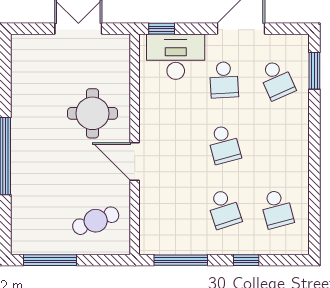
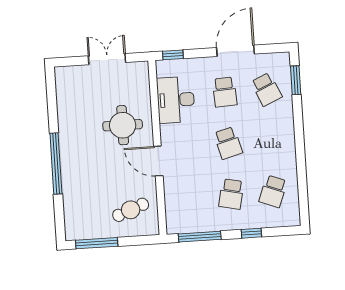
desk: (176, 57) -> (176, 100), moved, turned -90
school desk: (224, 209) -> (231, 194), turned 30
school desk: (277, 209) -> (273, 191), turned 36

